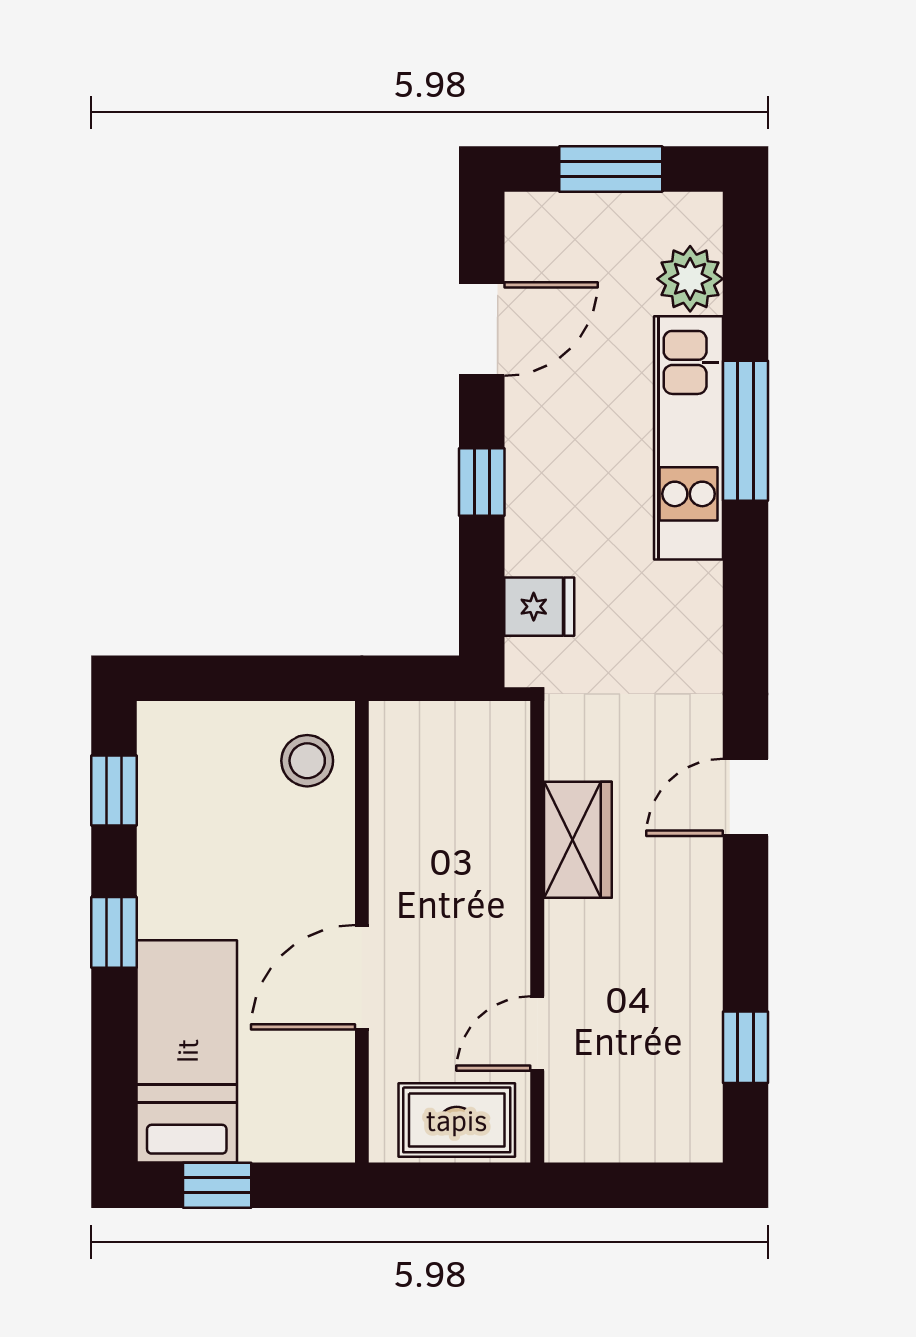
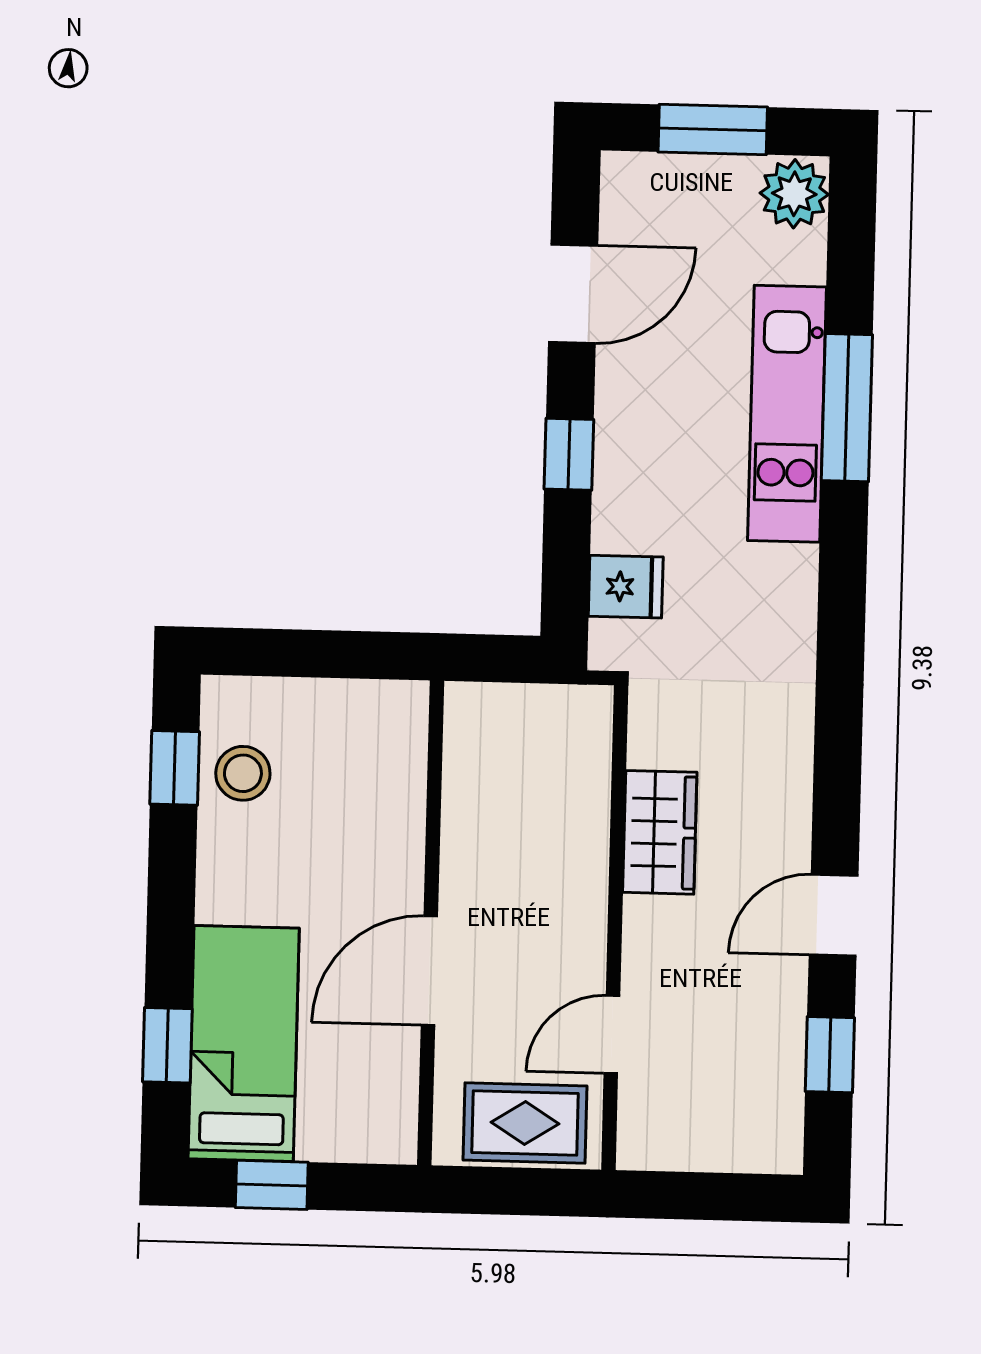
plant: (690, 279) -> (794, 194), moved
stool: (307, 761) -> (243, 773), moved
door: (745, 797) -> (834, 915), moved
window: (114, 932) -> (167, 1045), moved

